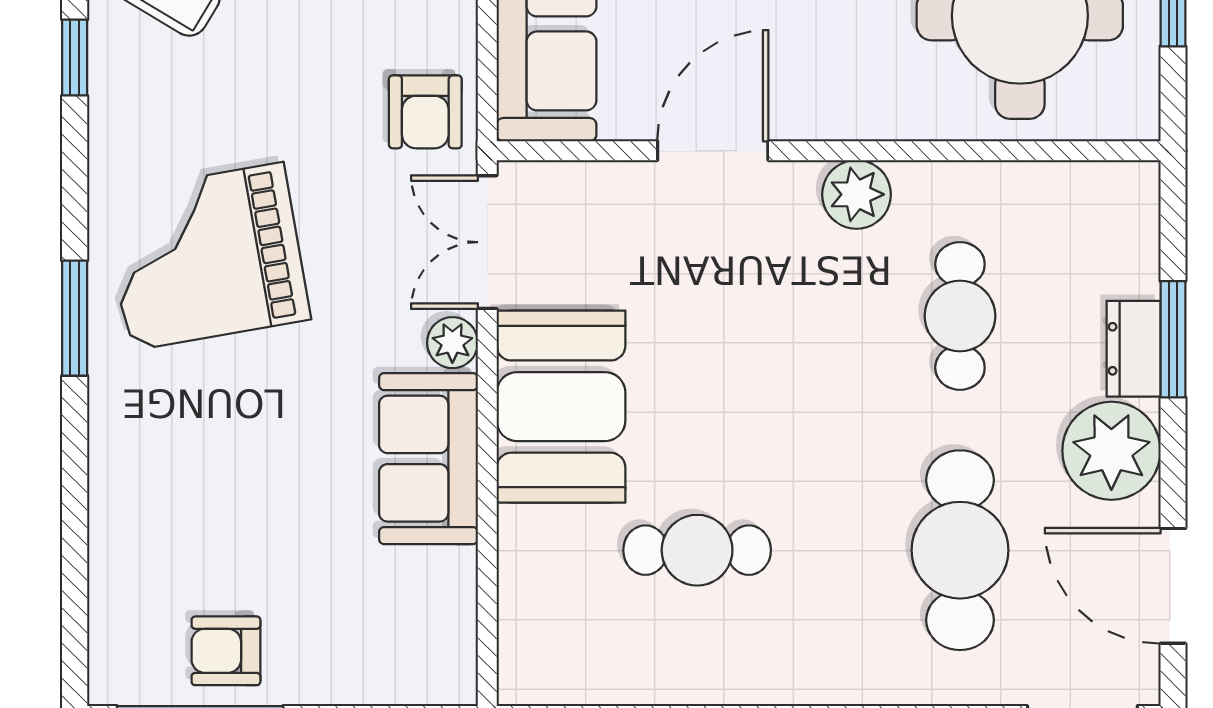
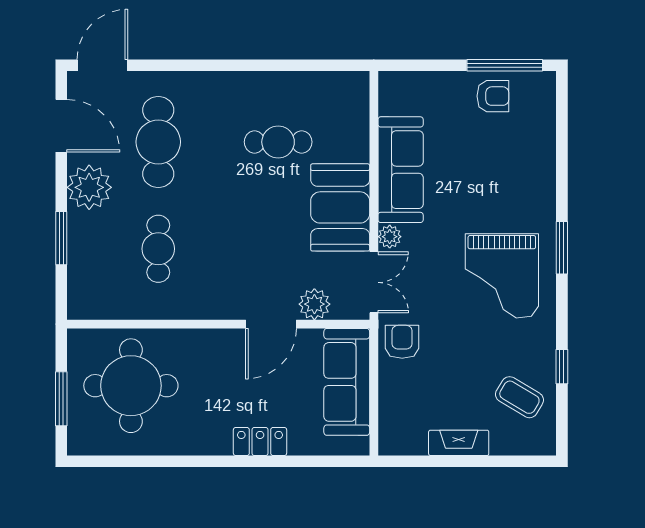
plant: (857, 194) -> (314, 304), moved
grand piano: (206, 257) -> (502, 276), turned 100
dresser: (1134, 349) -> (79, 234), removed
sofa: (428, 459) -> (401, 170), width x1.36

